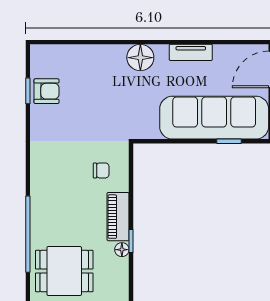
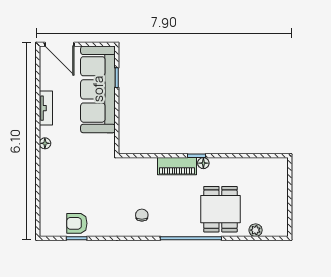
floor lamp: (140, 58) -> (45, 143), width x0.53, depth x0.53
armchair: (46, 91) -> (77, 223), turned -90
chair: (101, 170) -> (142, 215), moved

